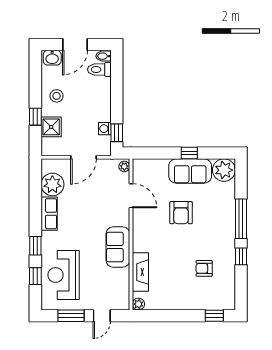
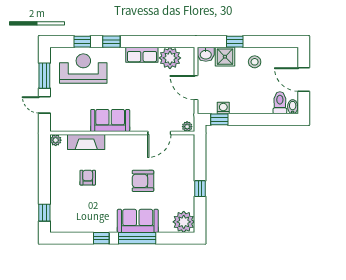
washbasin: (52, 58) -> (206, 54), moved, turned -90
sofa: (190, 171) -> (138, 221), moved, turned 90
armchair: (204, 268) -> (88, 178), moved

